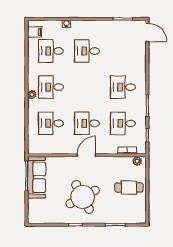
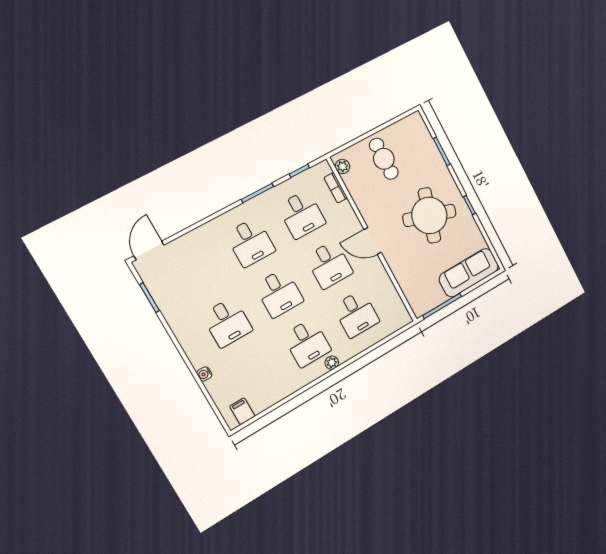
desk: (51, 51) -> (279, 293), moved
sofa: (37, 177) -> (469, 273), moved
round table: (83, 197) -> (429, 215), turned 45

